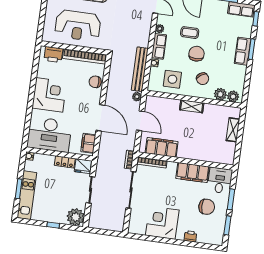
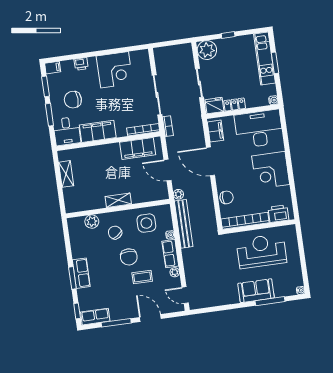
plant: (233, 96) -> (78, 223), removed
shelving: (233, 130) -> (66, 174), moved
filing cabinet: (216, 240) -> (53, 68), added

